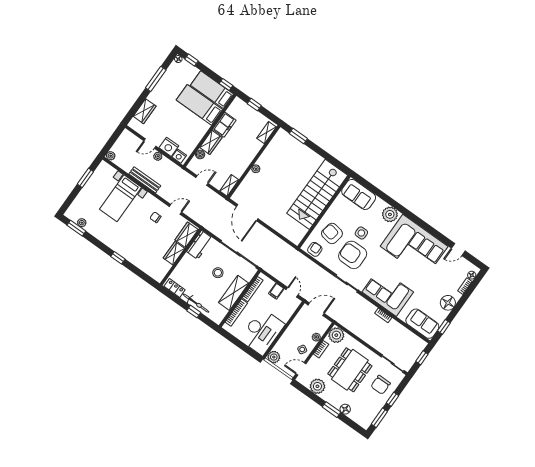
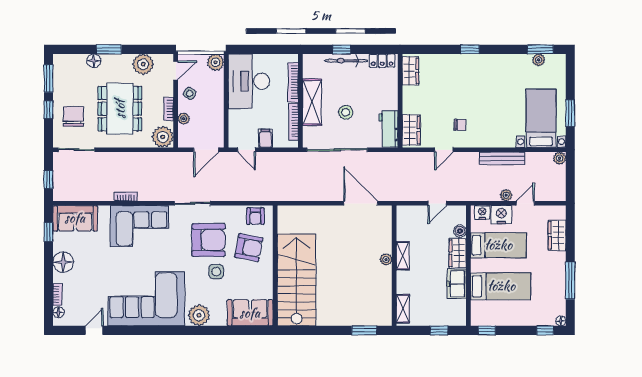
bed: (212, 90) -> (498, 245), moved
shelving: (229, 185) -> (403, 256), moved
bed with nightstands: (120, 198) -> (541, 118), moved
wardrobe: (174, 253) -> (411, 71), moved

